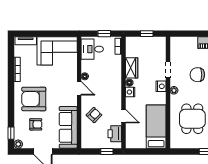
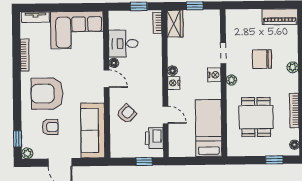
desk: (92, 49) -> (123, 44), moved
wardrobe: (132, 68) -> (175, 24), moved

